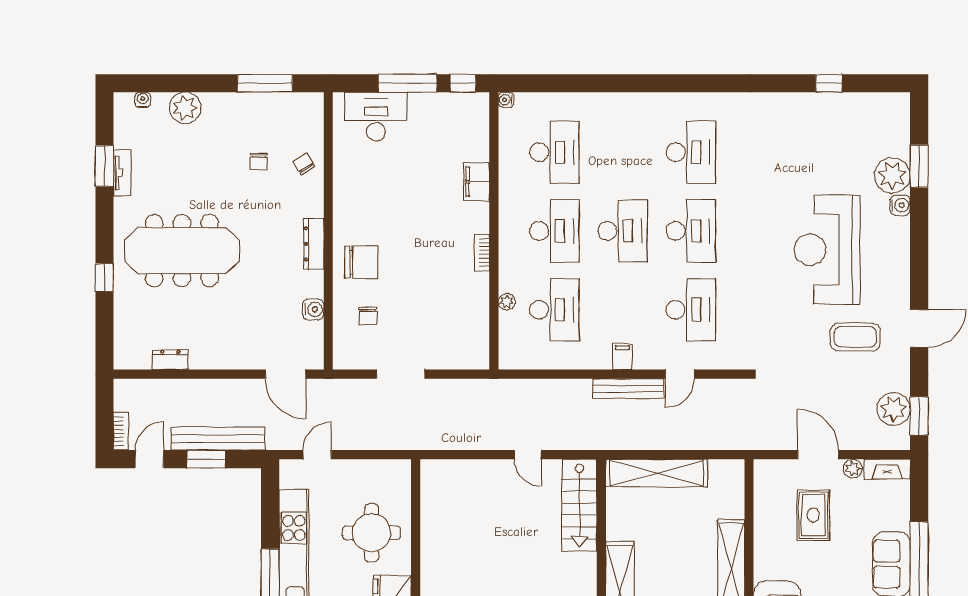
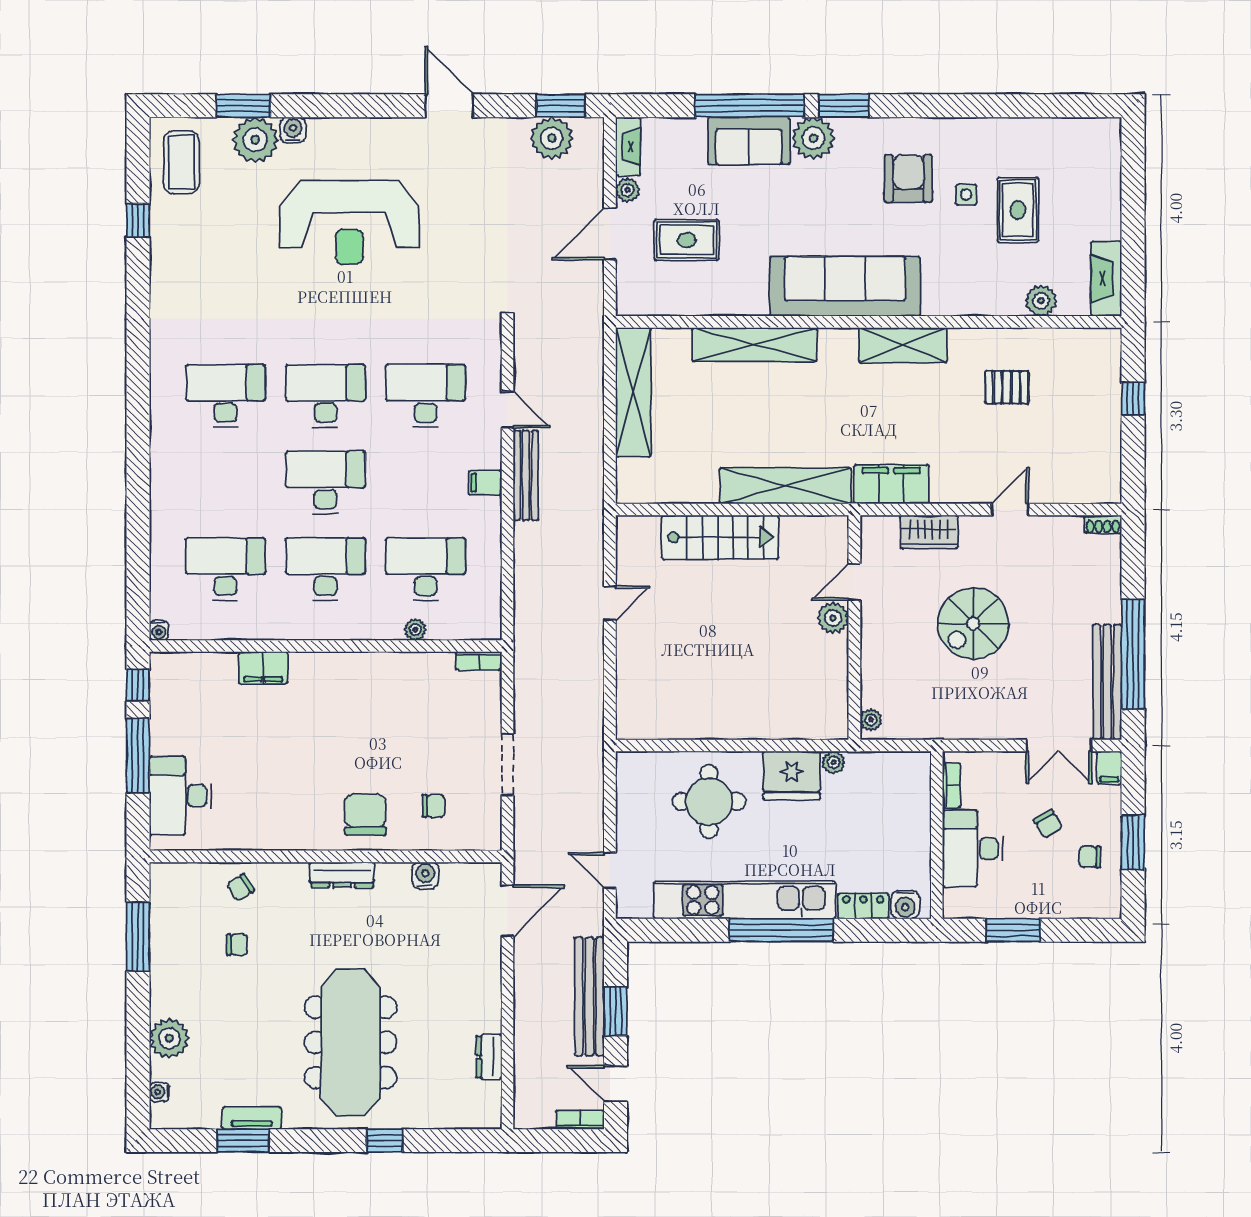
bookcase: (482, 253) -> (479, 661), moved
coffee table: (855, 337) -> (181, 162), moved
shelving: (657, 473) -> (633, 392), moved
stairs: (579, 505) -> (720, 537), moved

